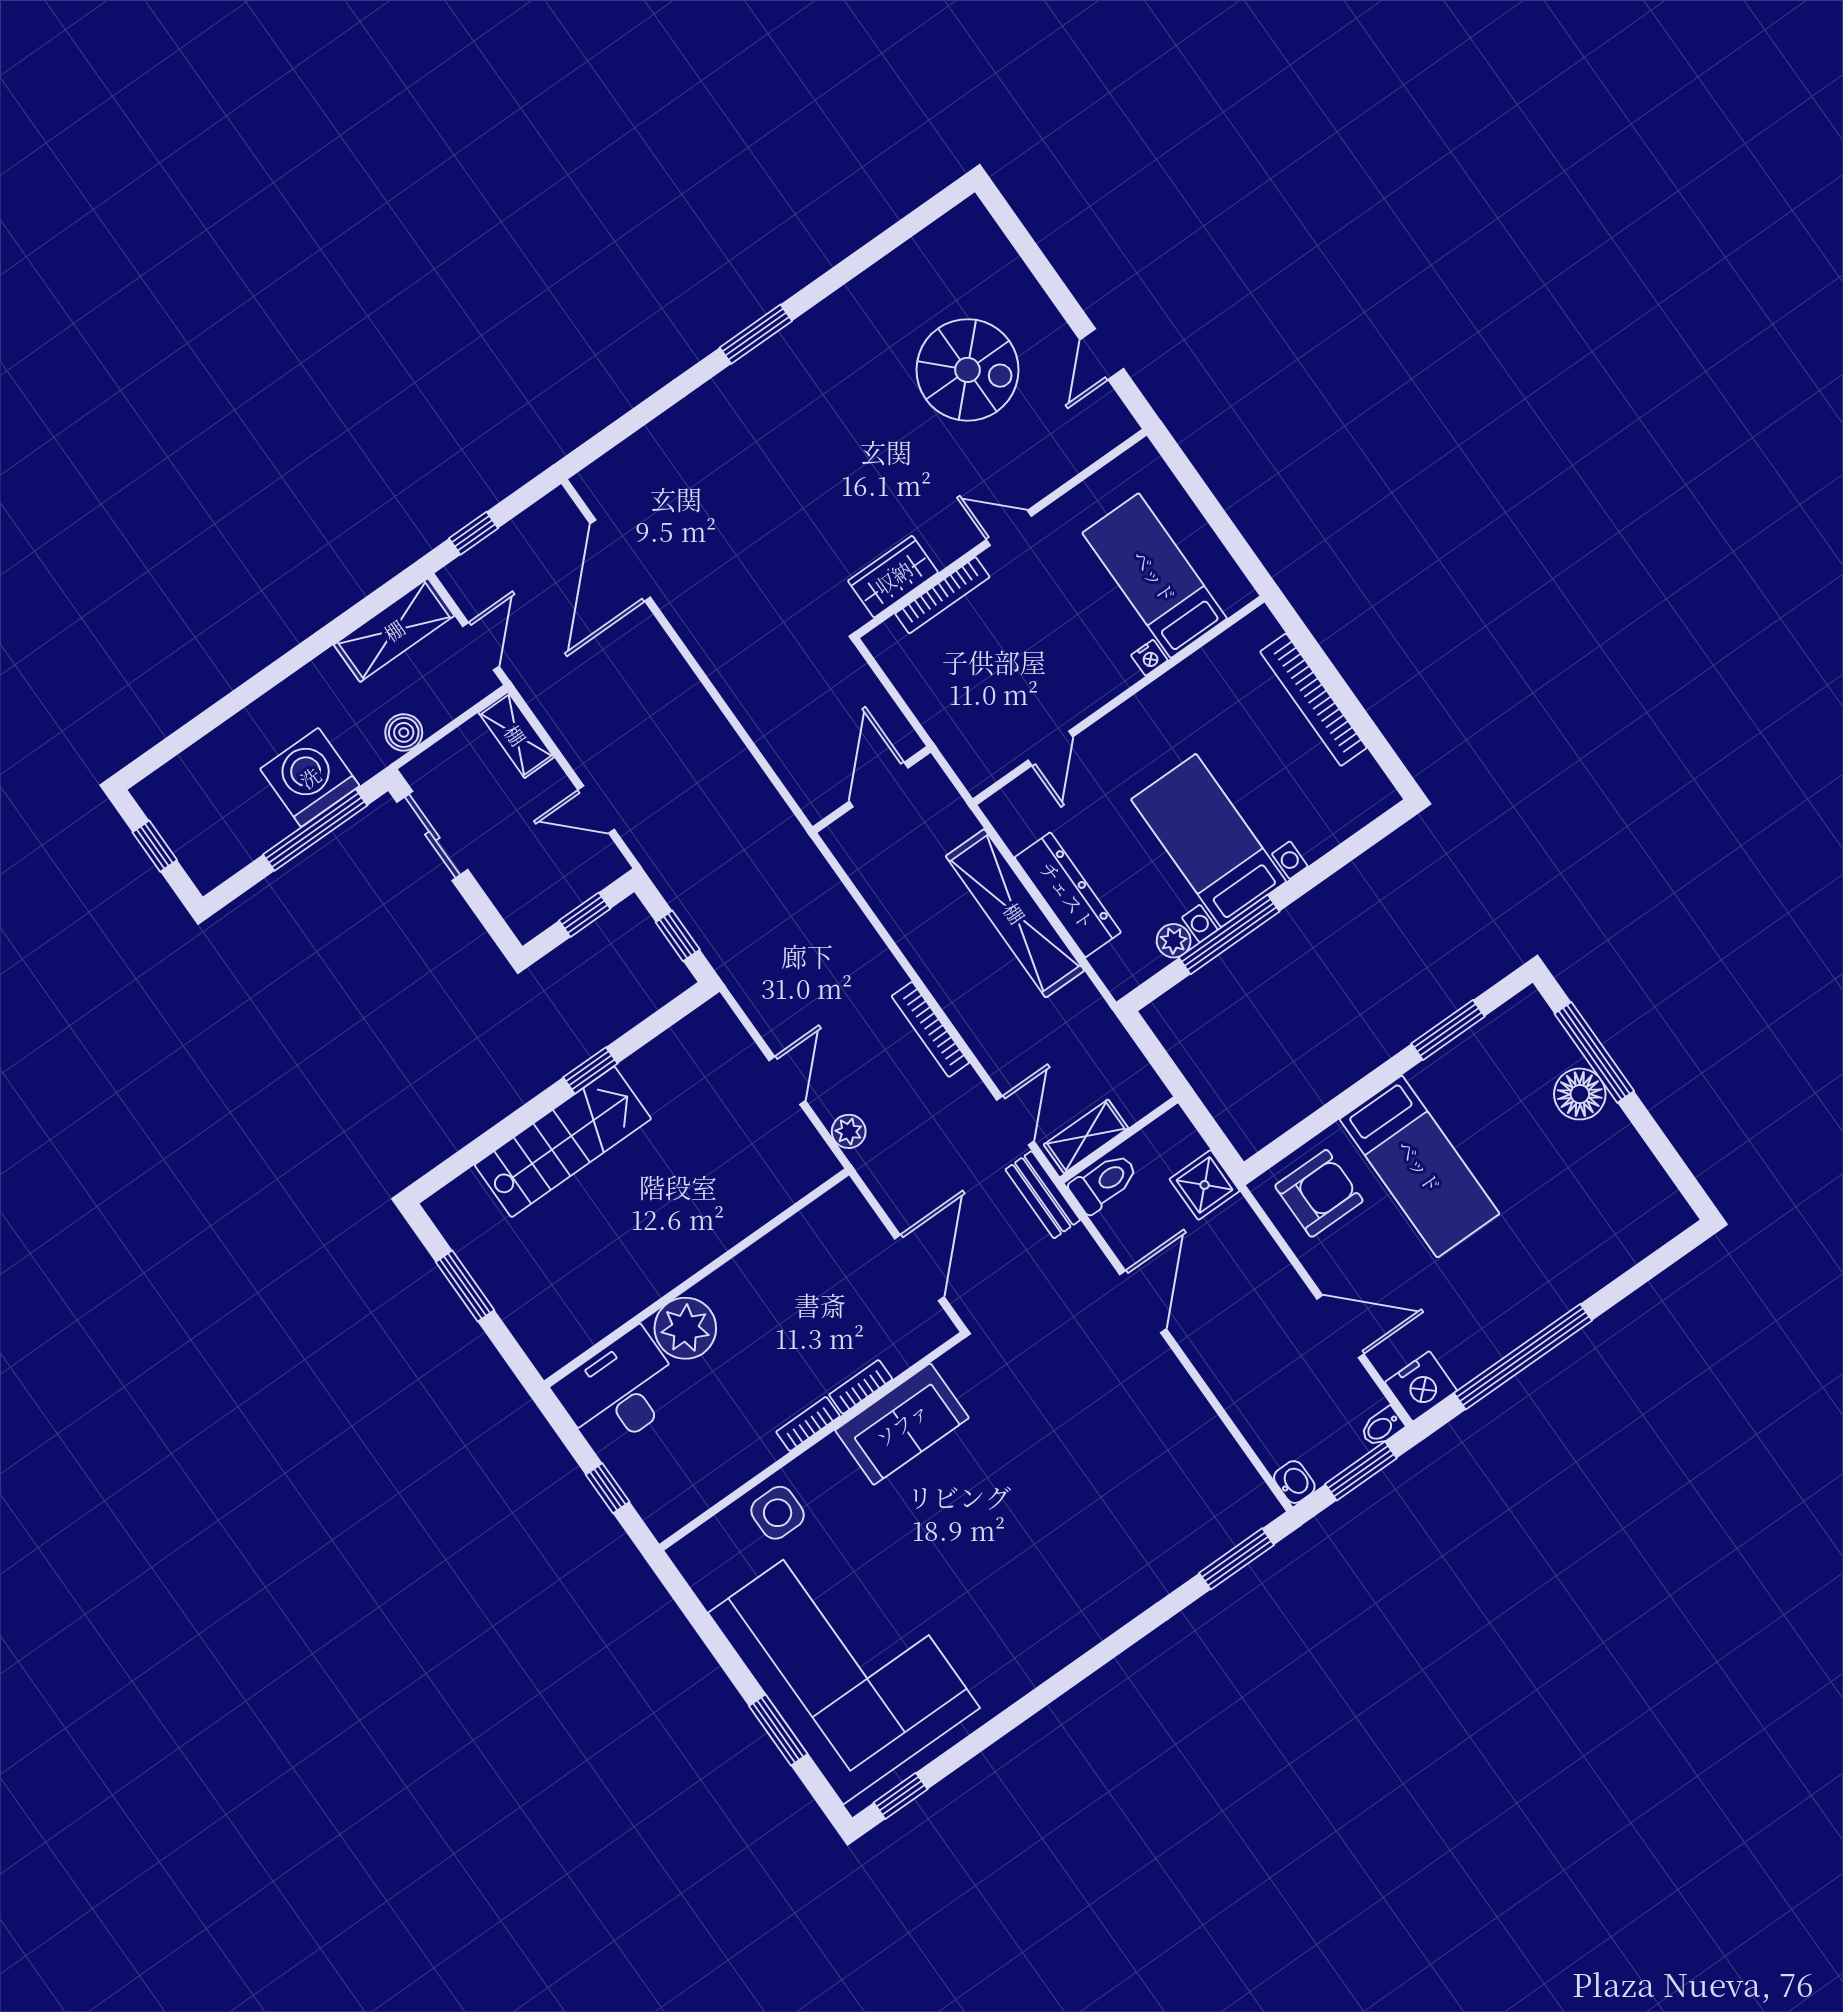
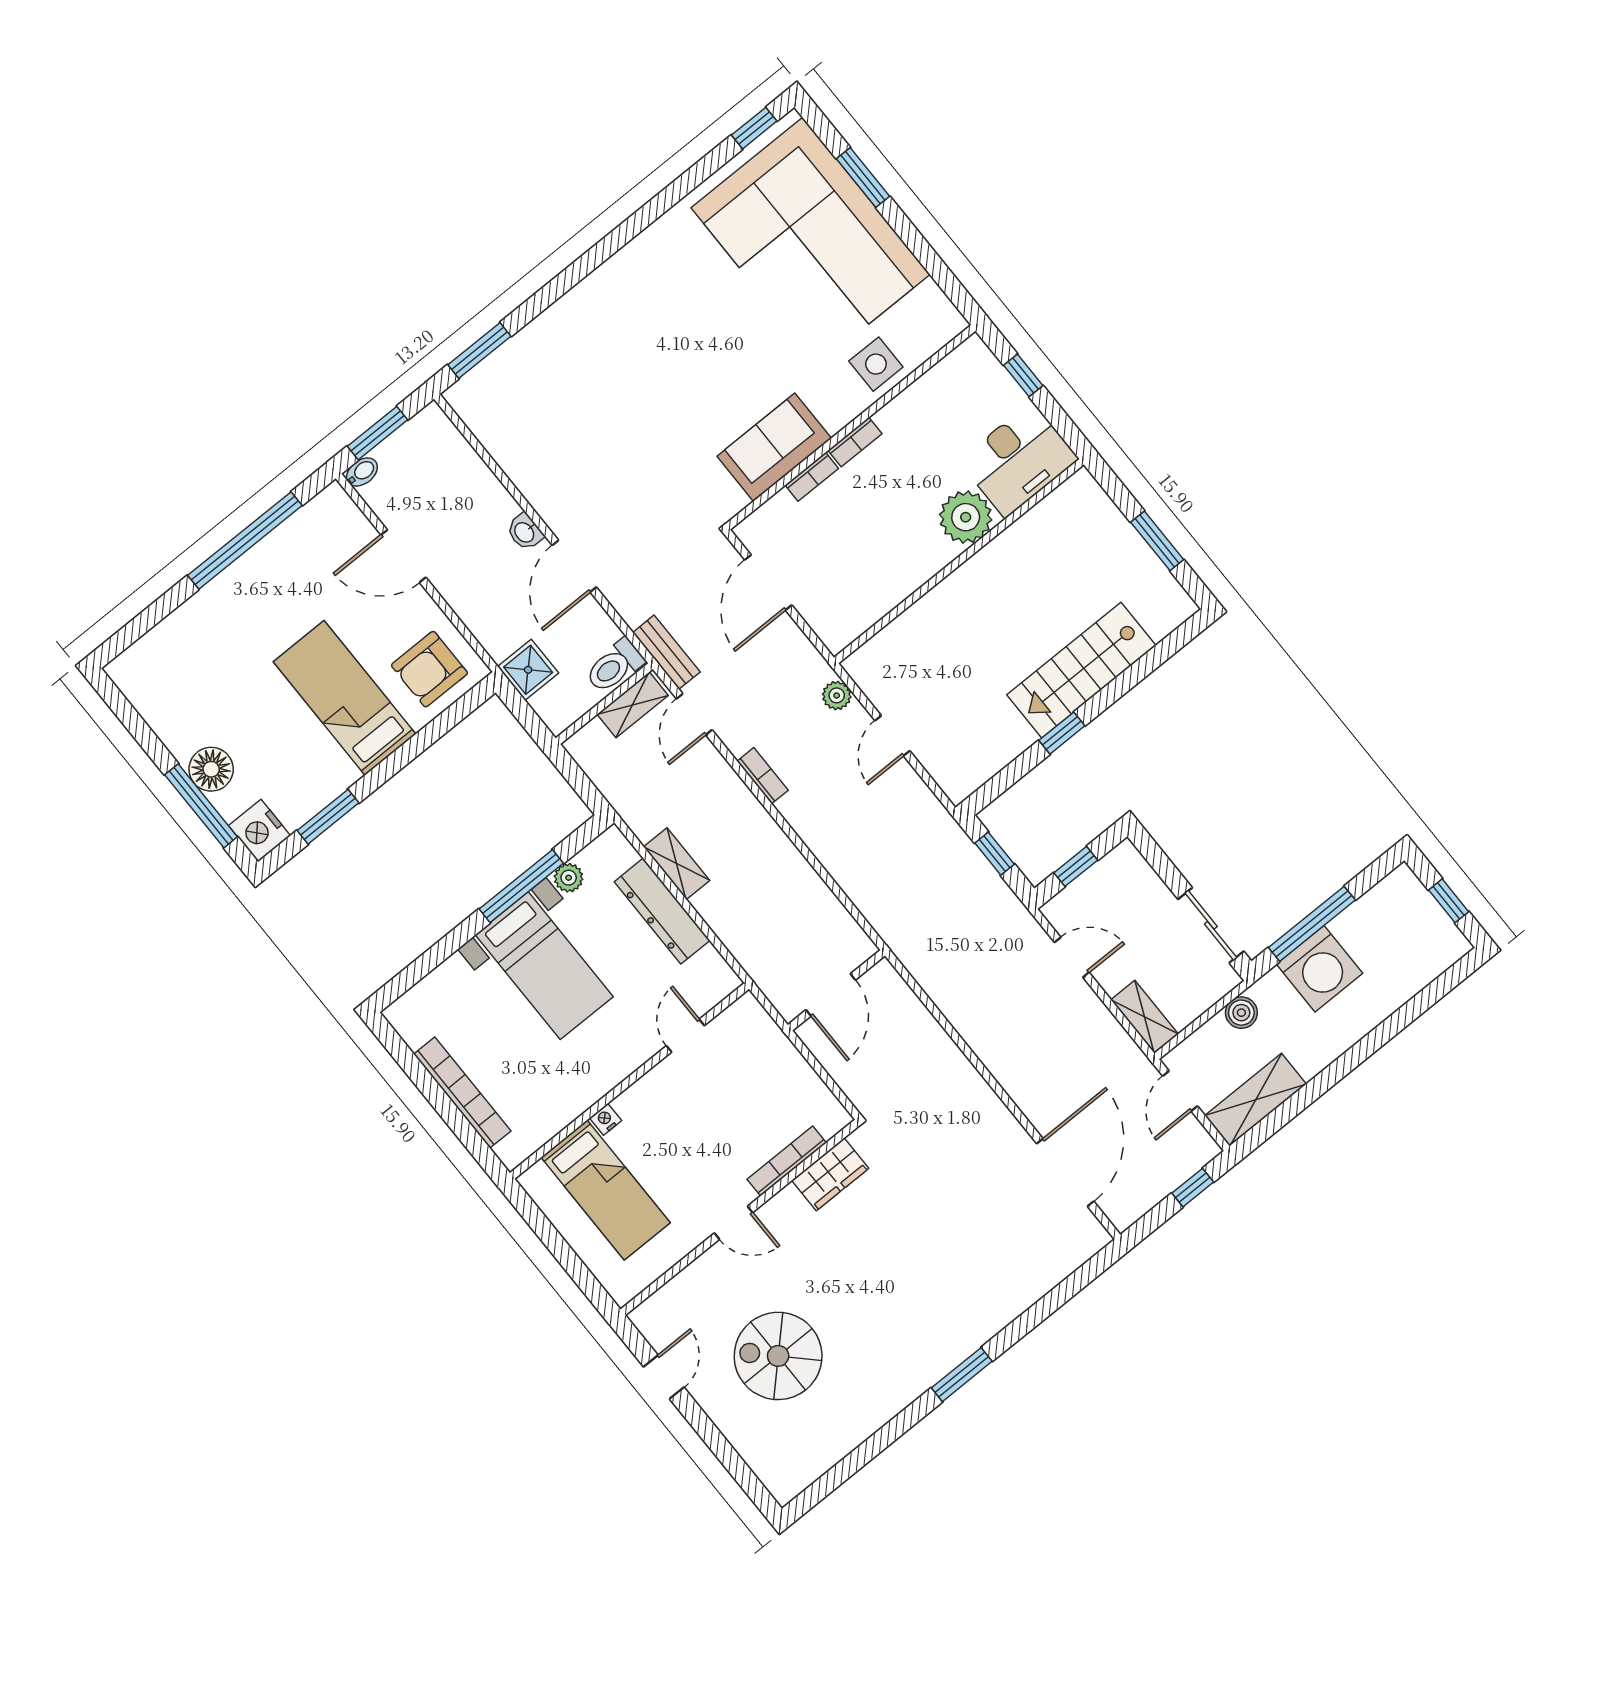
shelving: (1015, 913) -> (677, 864), width x0.45, depth x0.75
bookcase: (930, 1029) -> (763, 776), width x0.64
nightstand: (1421, 1386) -> (260, 831), moved, turned -90
washbasin: (1294, 1482) -> (525, 532), moved

